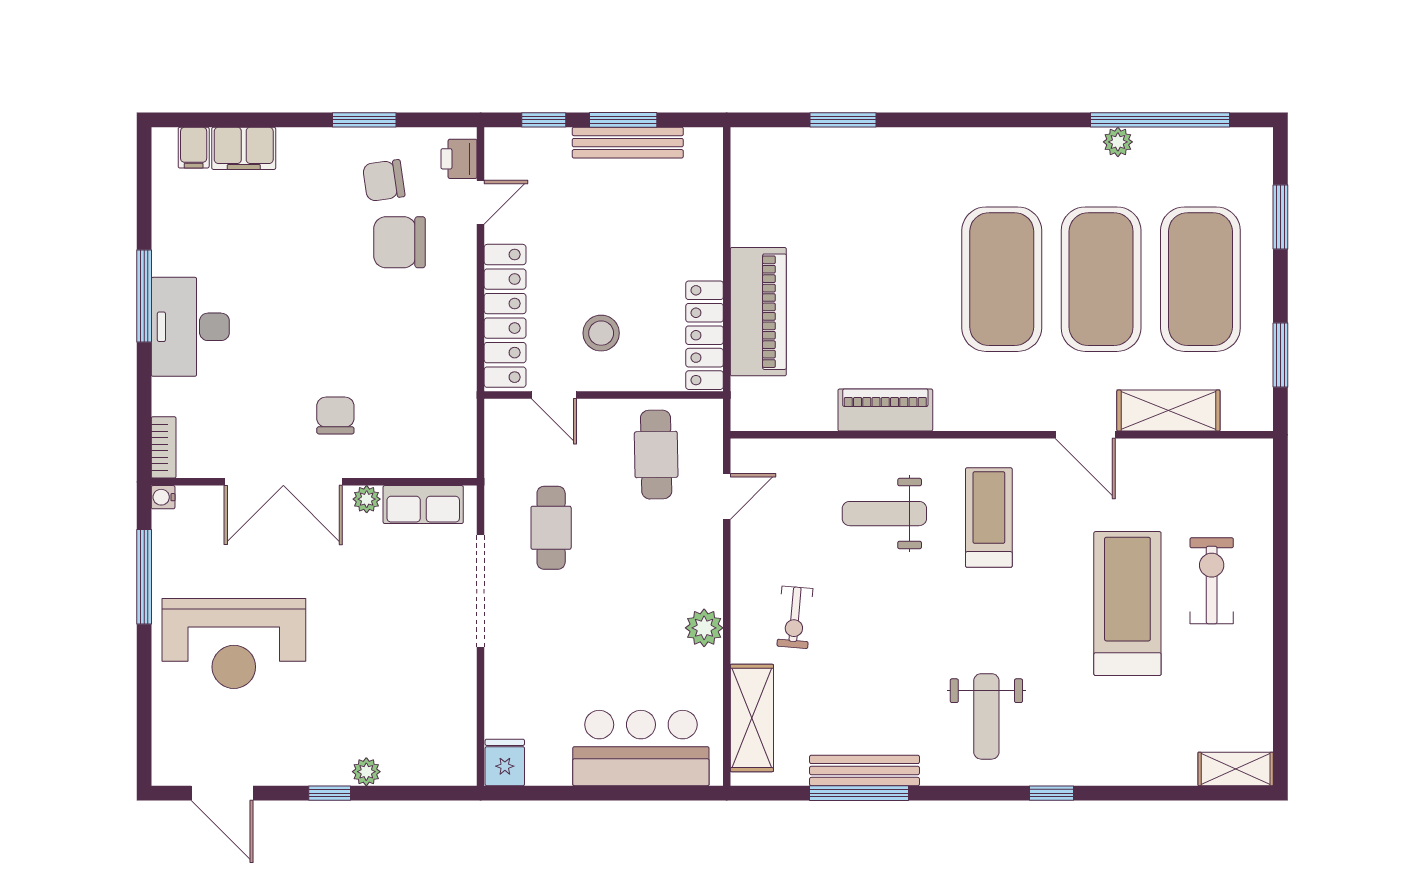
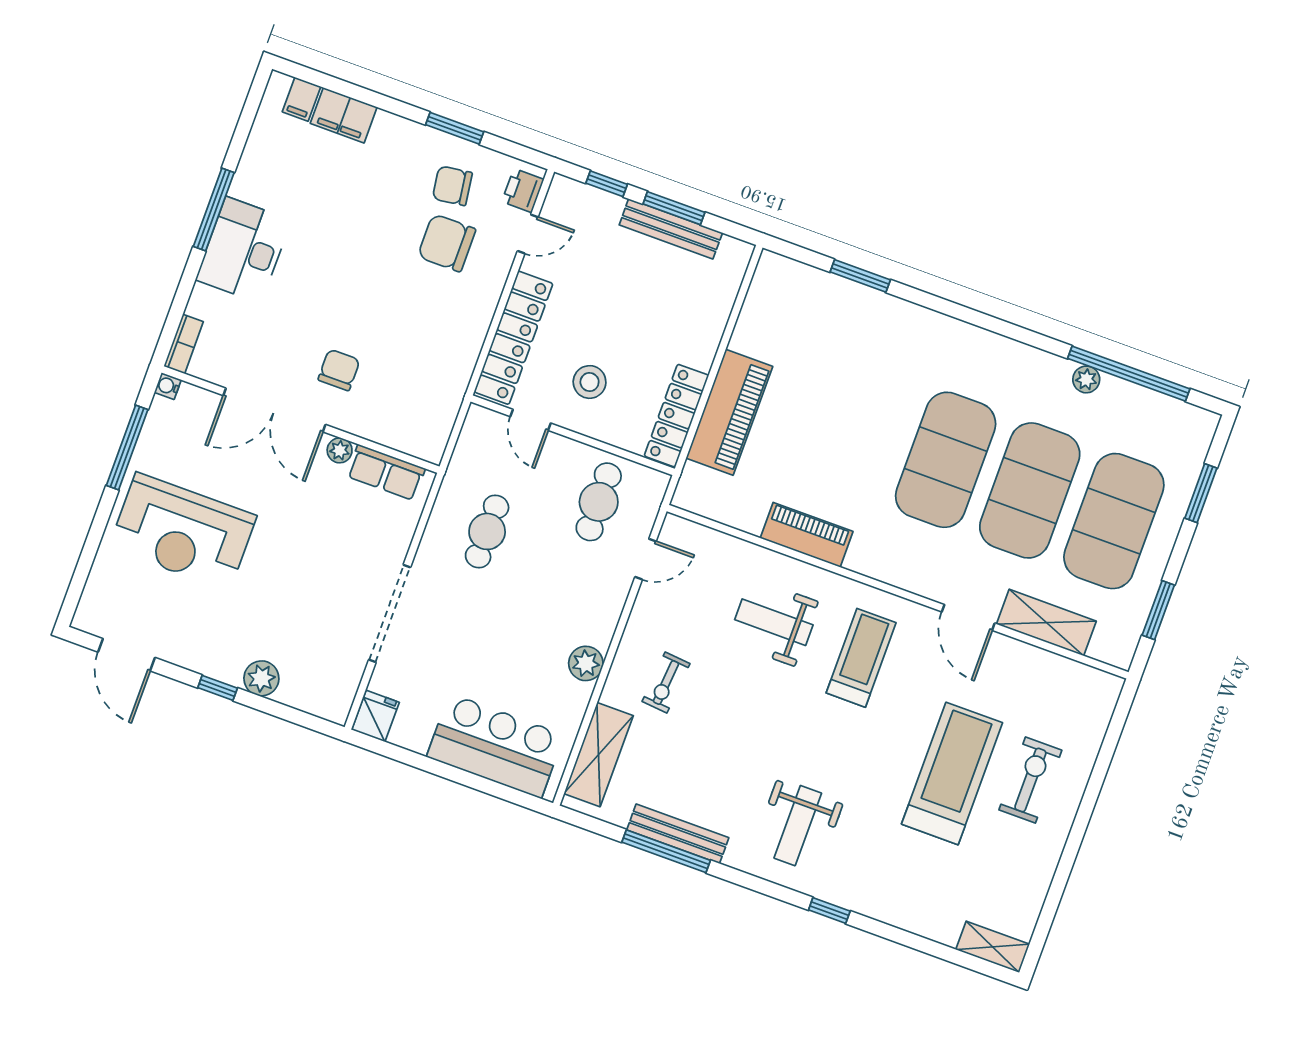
doorway: (481, 591) -> (390, 613), moved
plant: (366, 772) -> (261, 678), width x1.38, depth x1.38

